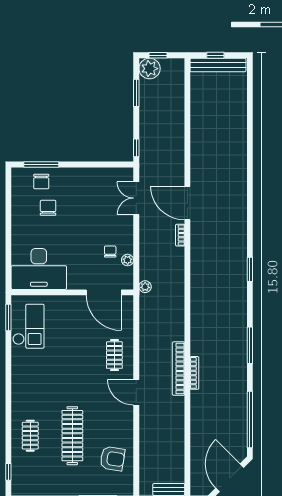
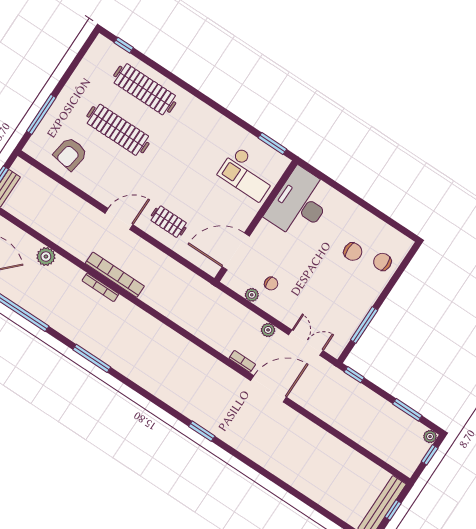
plant: (150, 69) -> (430, 437), width x0.53, depth x0.53
window: (41, 165) -> (364, 325), moved
window: (250, 269) -> (202, 431), moved
plant: (145, 287) -> (268, 330), moved
checkout: (28, 326) -> (248, 174), moved
plant: (198, 427) -> (46, 257), added
clothes rail: (30, 436) -> (145, 89), width x1.86, depth x1.31

